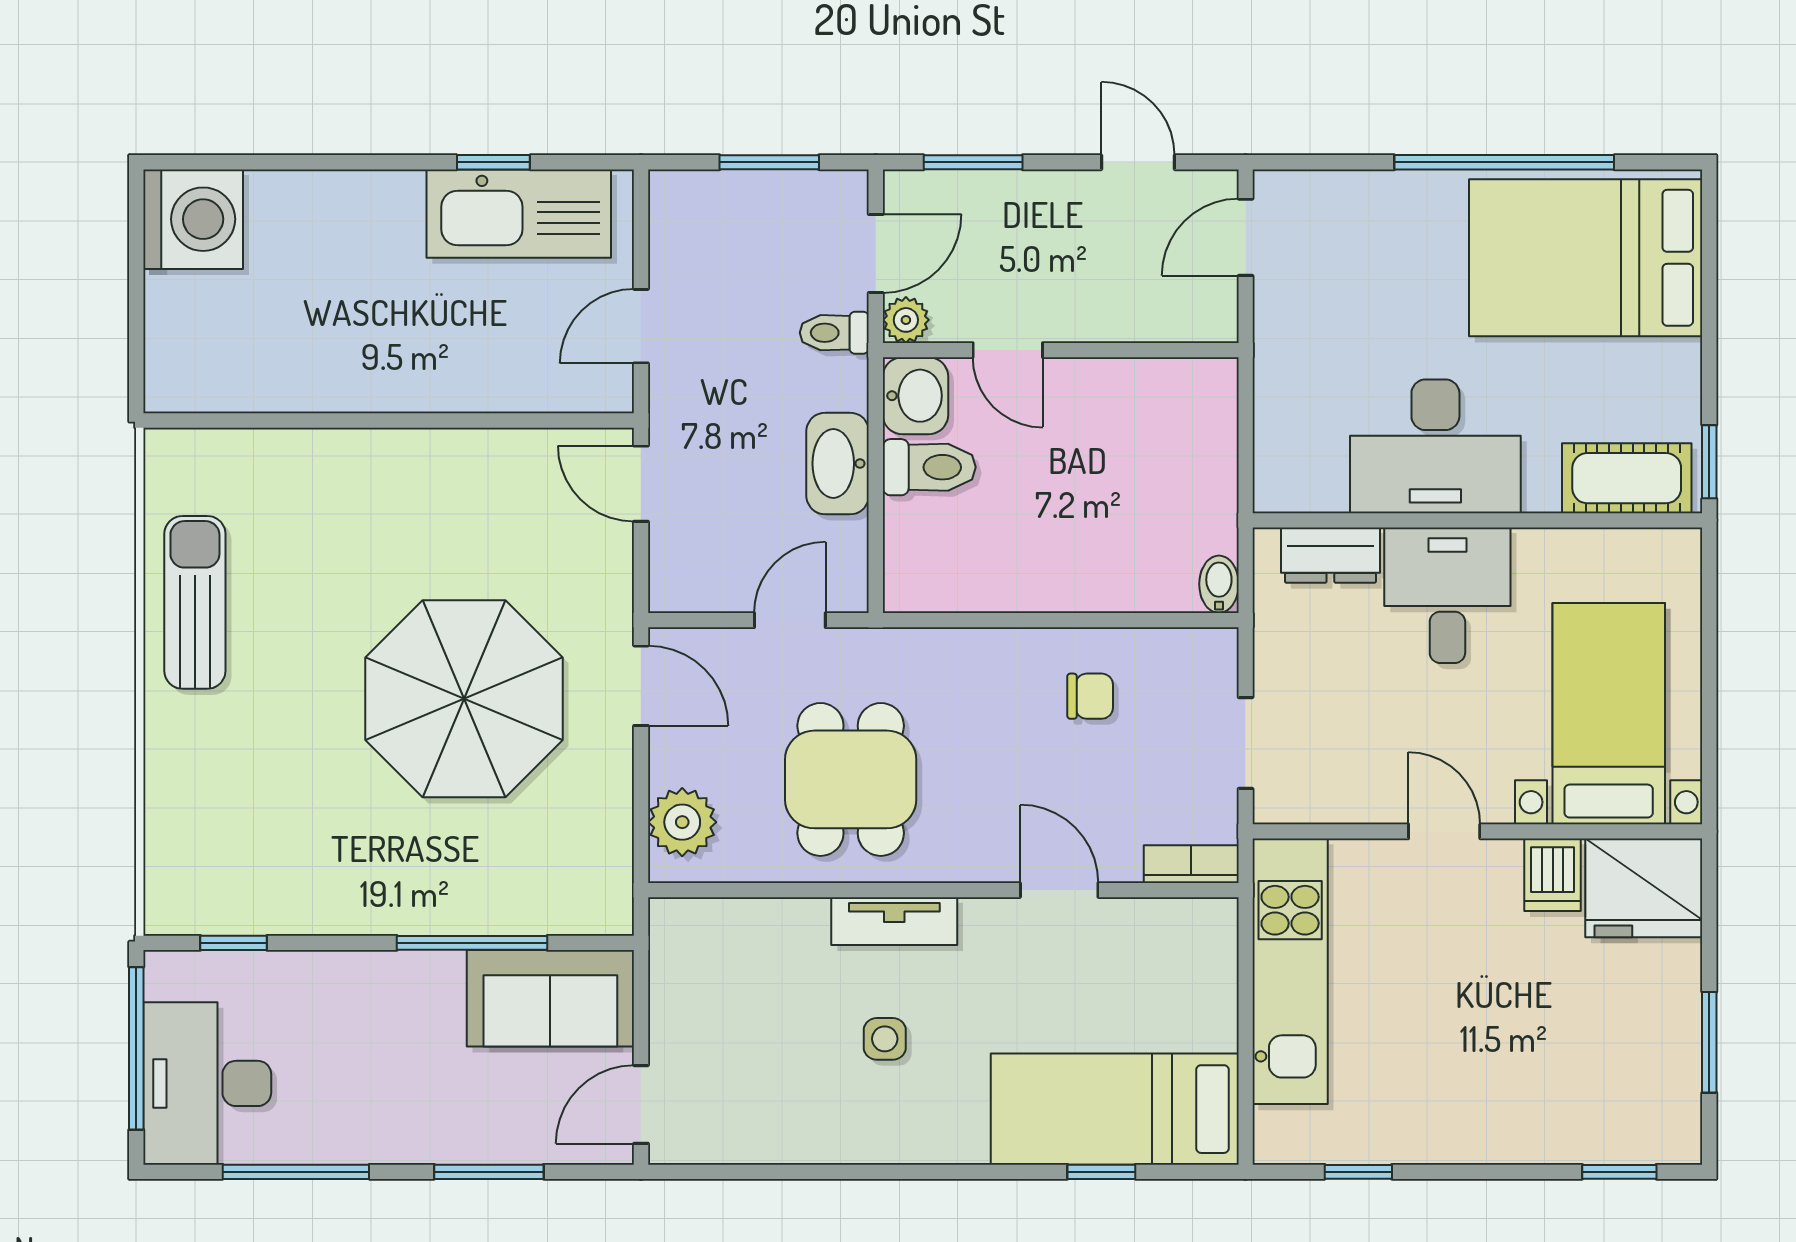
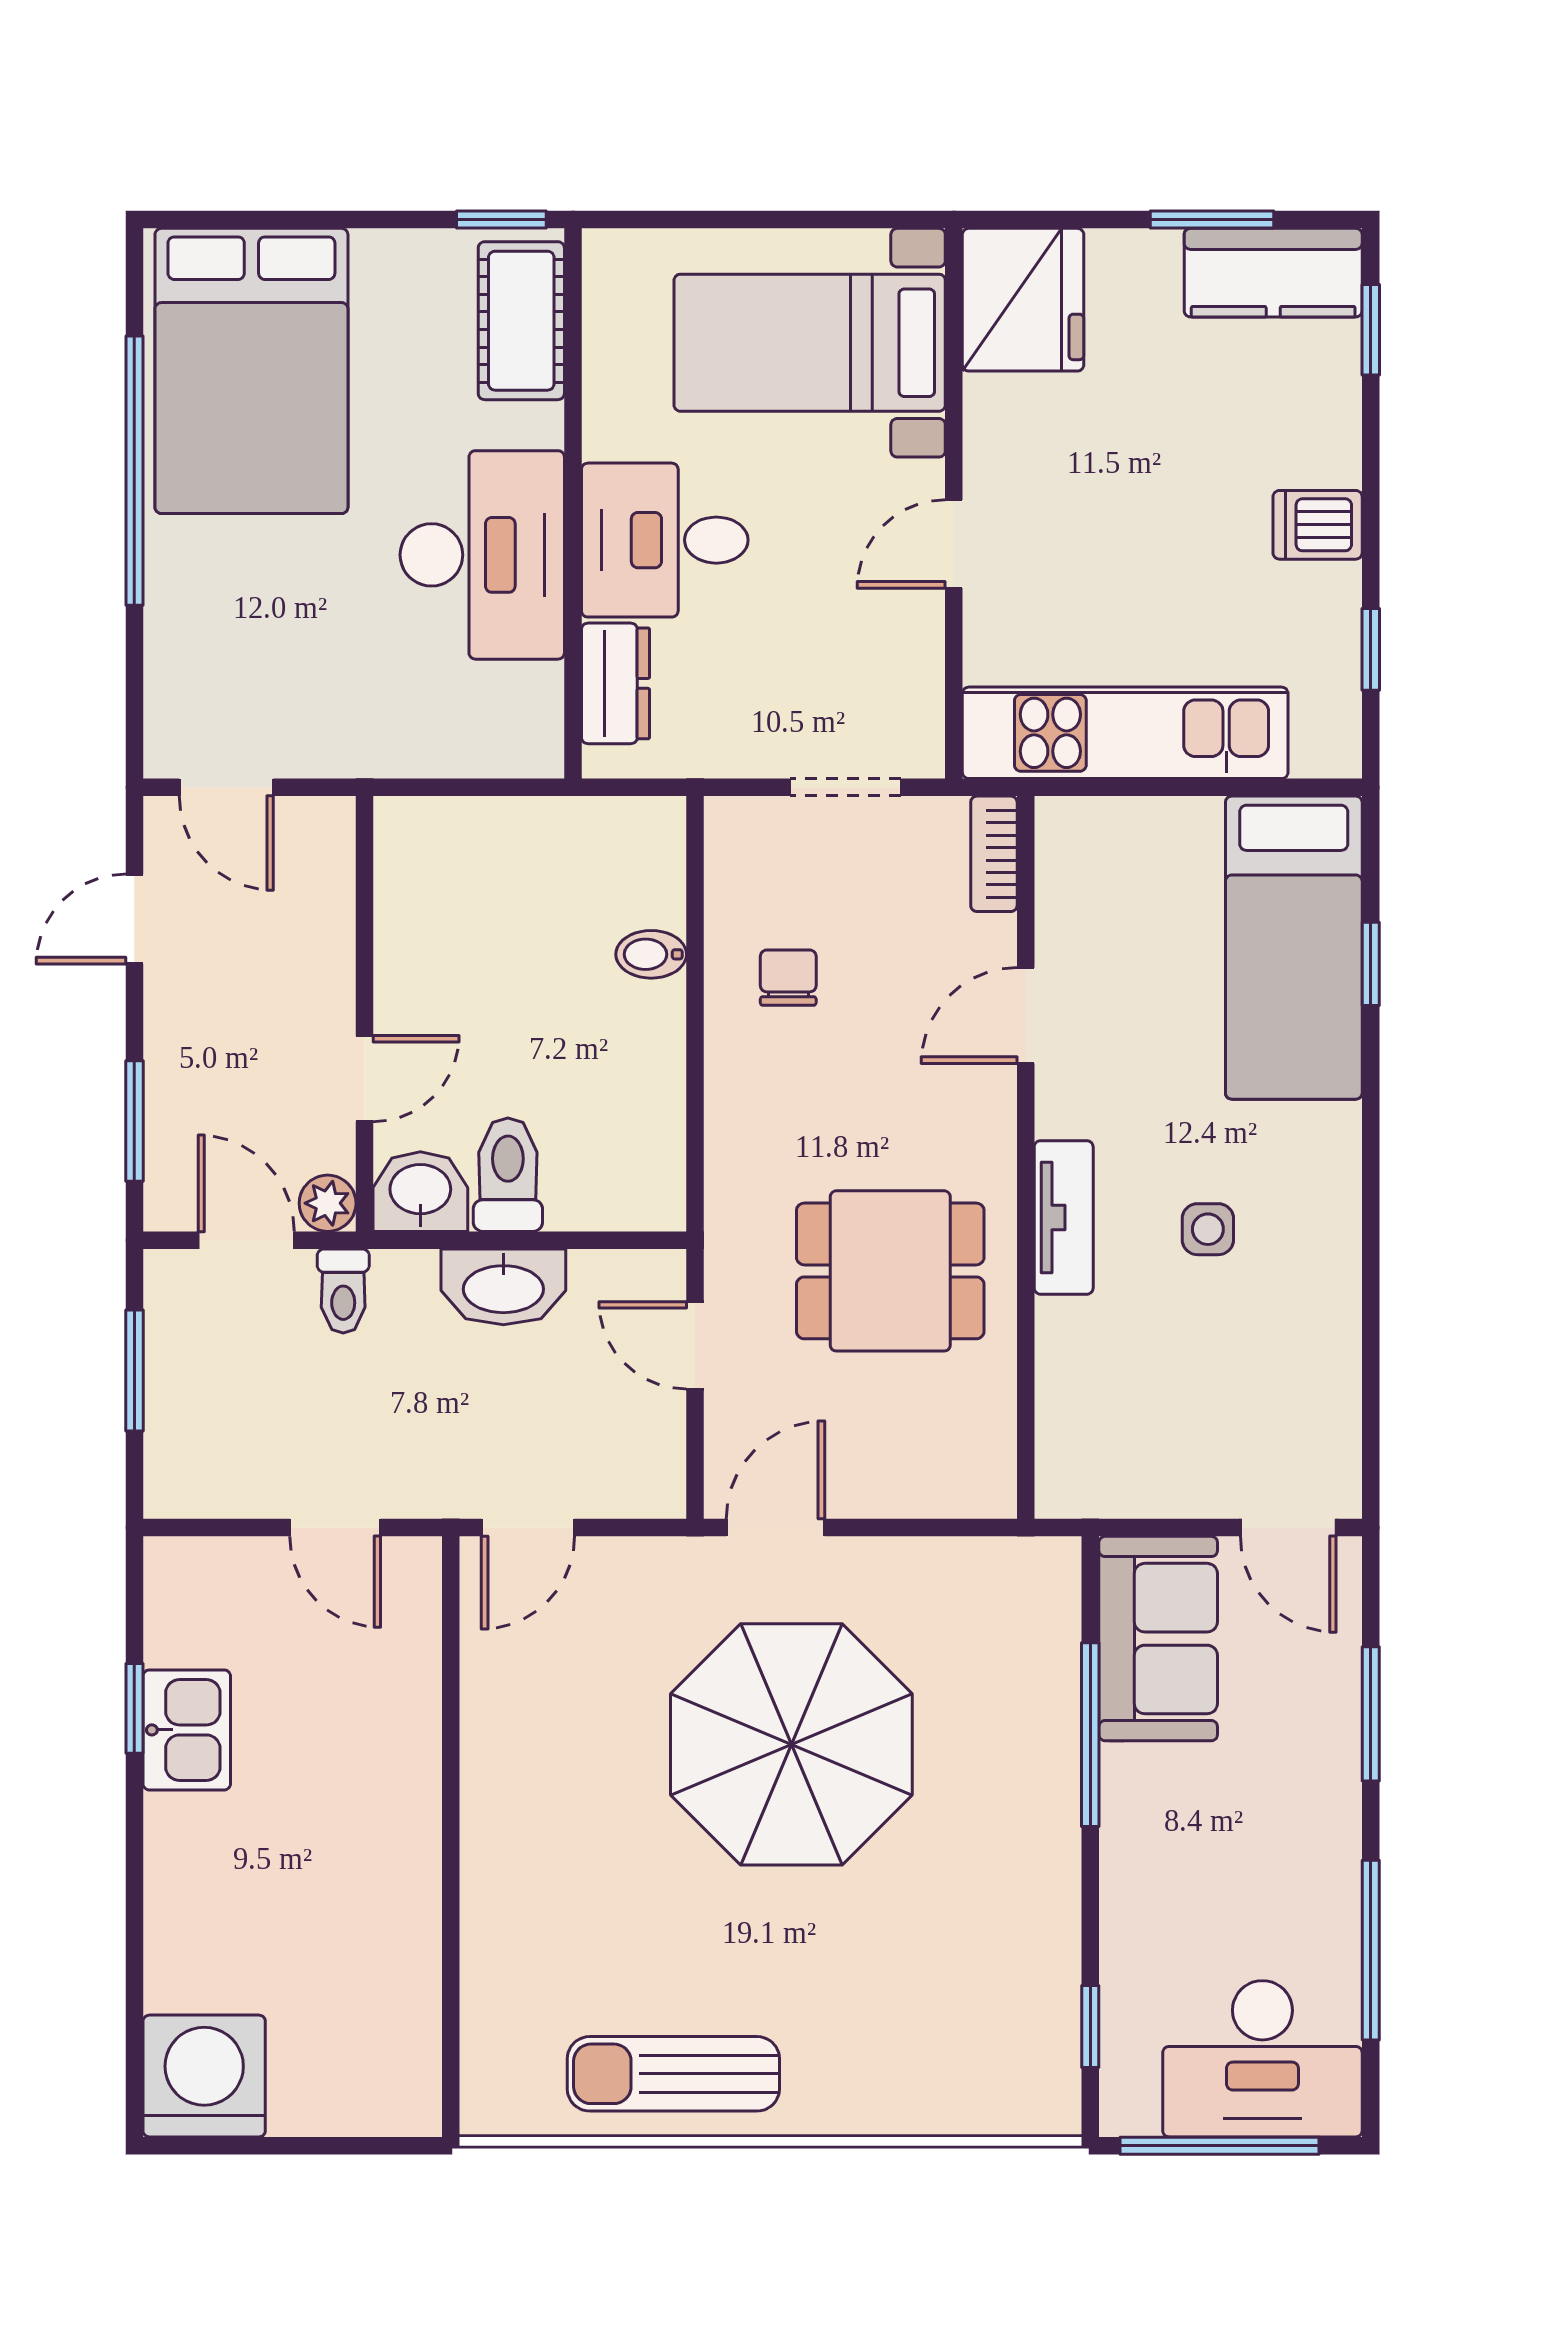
kitchen sink: (519, 214) -> (187, 1730), width x0.53, depth x0.81
bidet: (1219, 584) -> (651, 954), moved
plant: (682, 822) -> (942, 1477), removed
dishwasher: (1553, 875) -> (1318, 525), moved, turned 180
kitchen counter: (1666, 1092) -> (1273, 273), added

